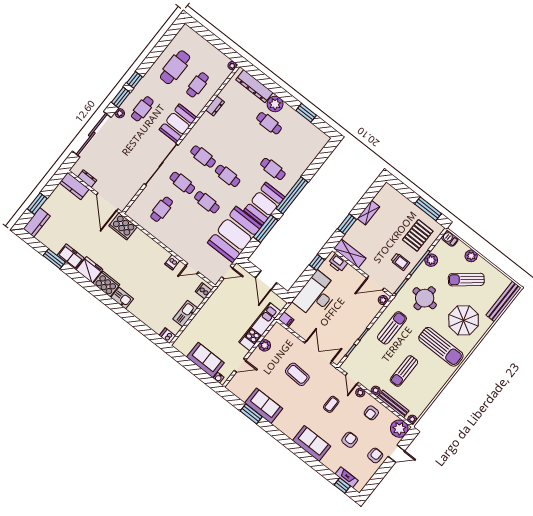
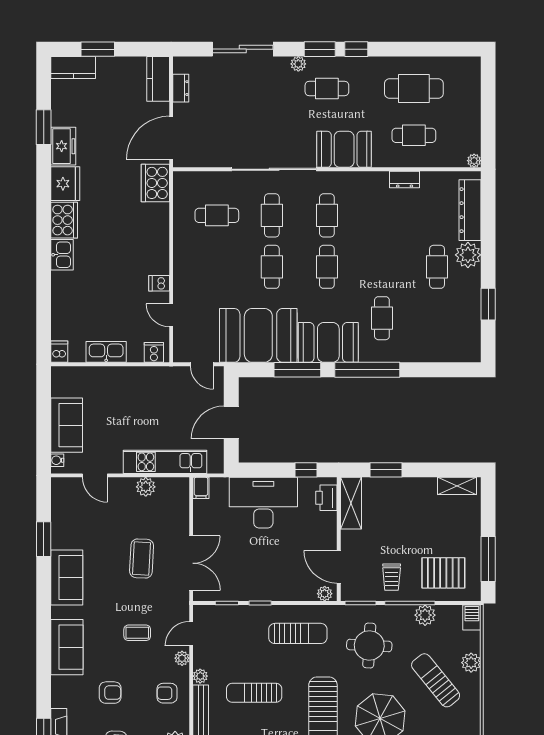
sliding door: (92, 134) -> (243, 49), width x0.73
shelving: (368, 213) -> (457, 486), moved
sofa: (264, 406) -> (67, 577), moved

